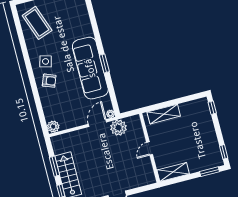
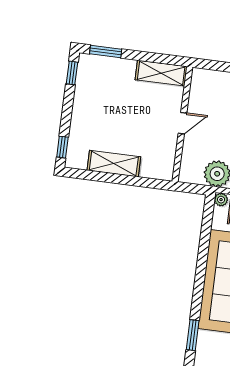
window: (104, 63) -> (193, 335), moved
shelving: (164, 114) -> (114, 164), moved

